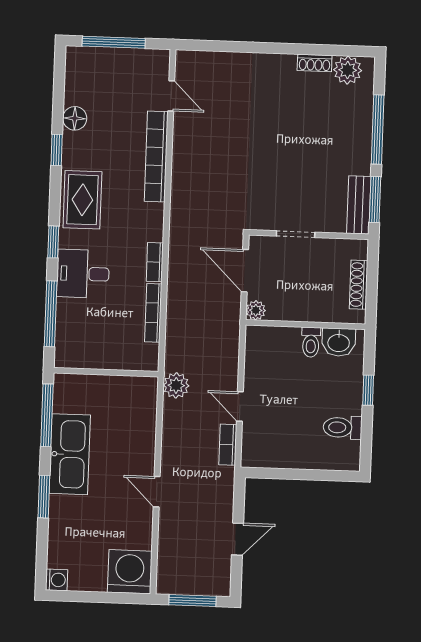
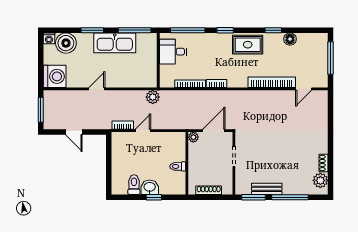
bench: (359, 205) -> (267, 189), moved
desk: (83, 274) -> (173, 52), moved, turned -90
washbasin: (339, 342) -> (150, 187), moved, turned 90
boiler: (67, 548) -> (66, 43), added

